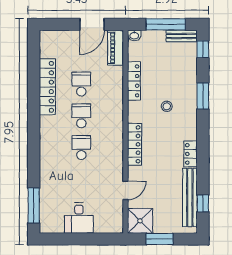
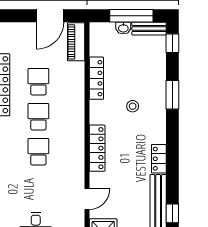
washbasin: (134, 35) -> (123, 28), moved

